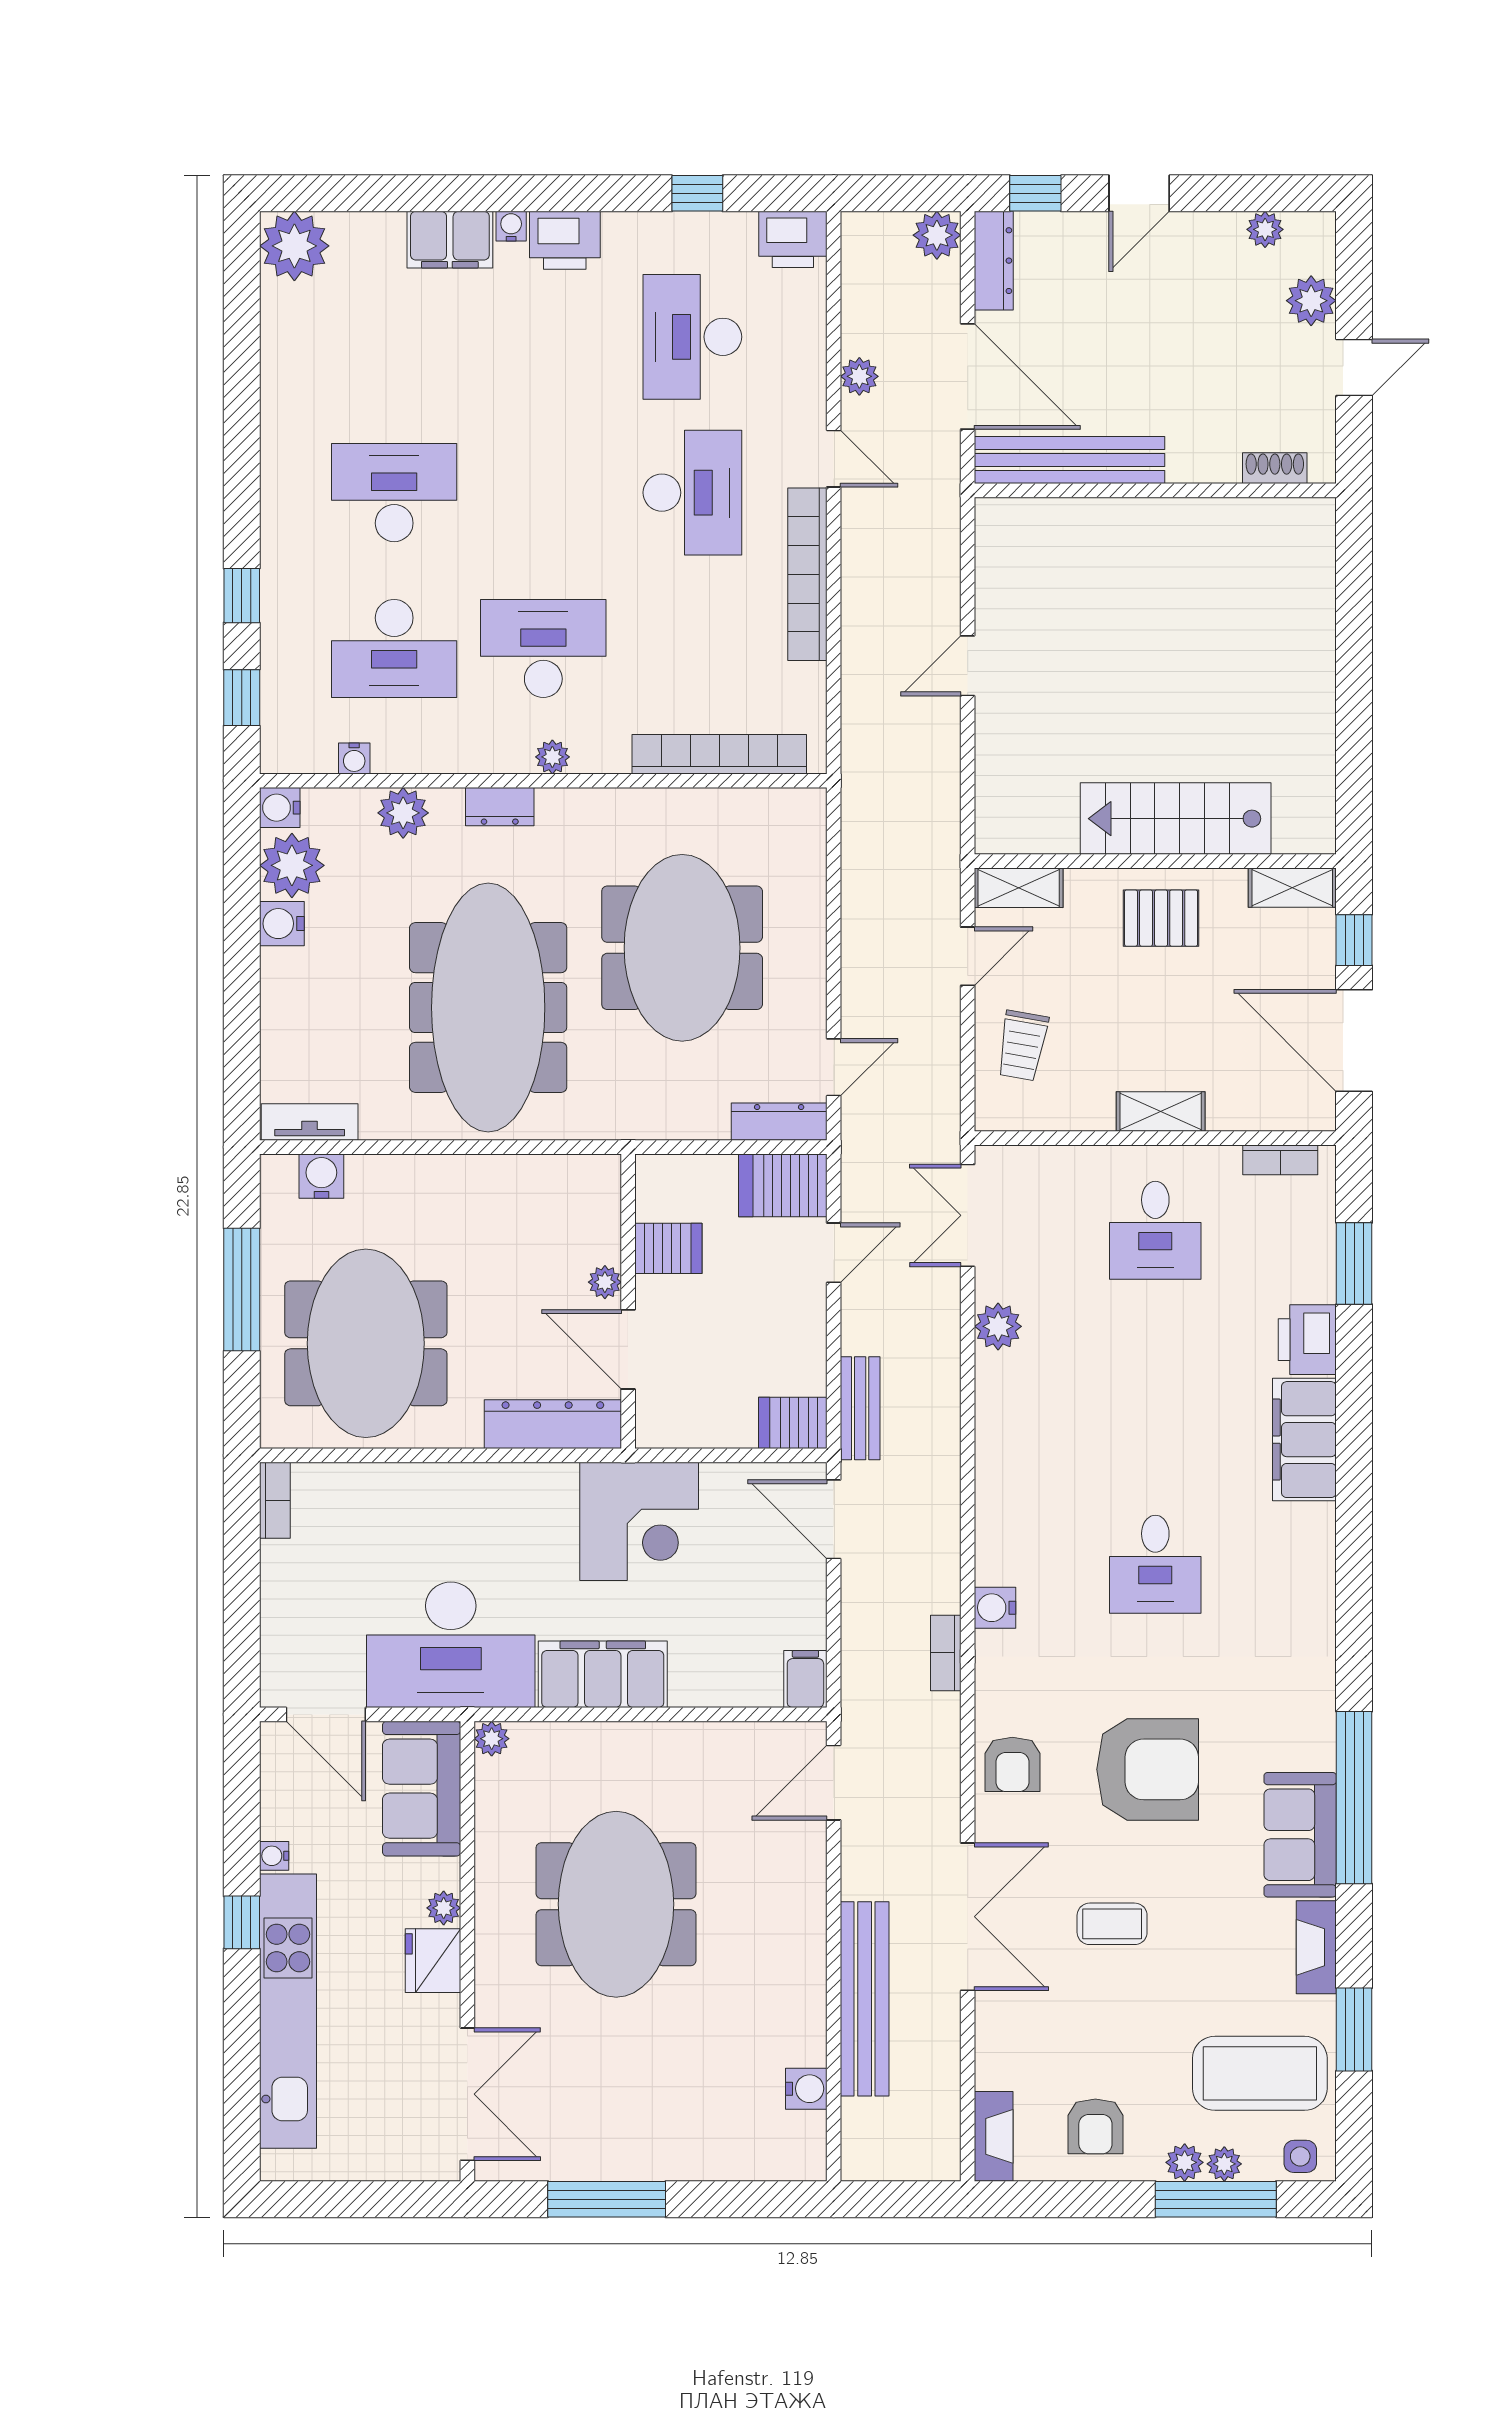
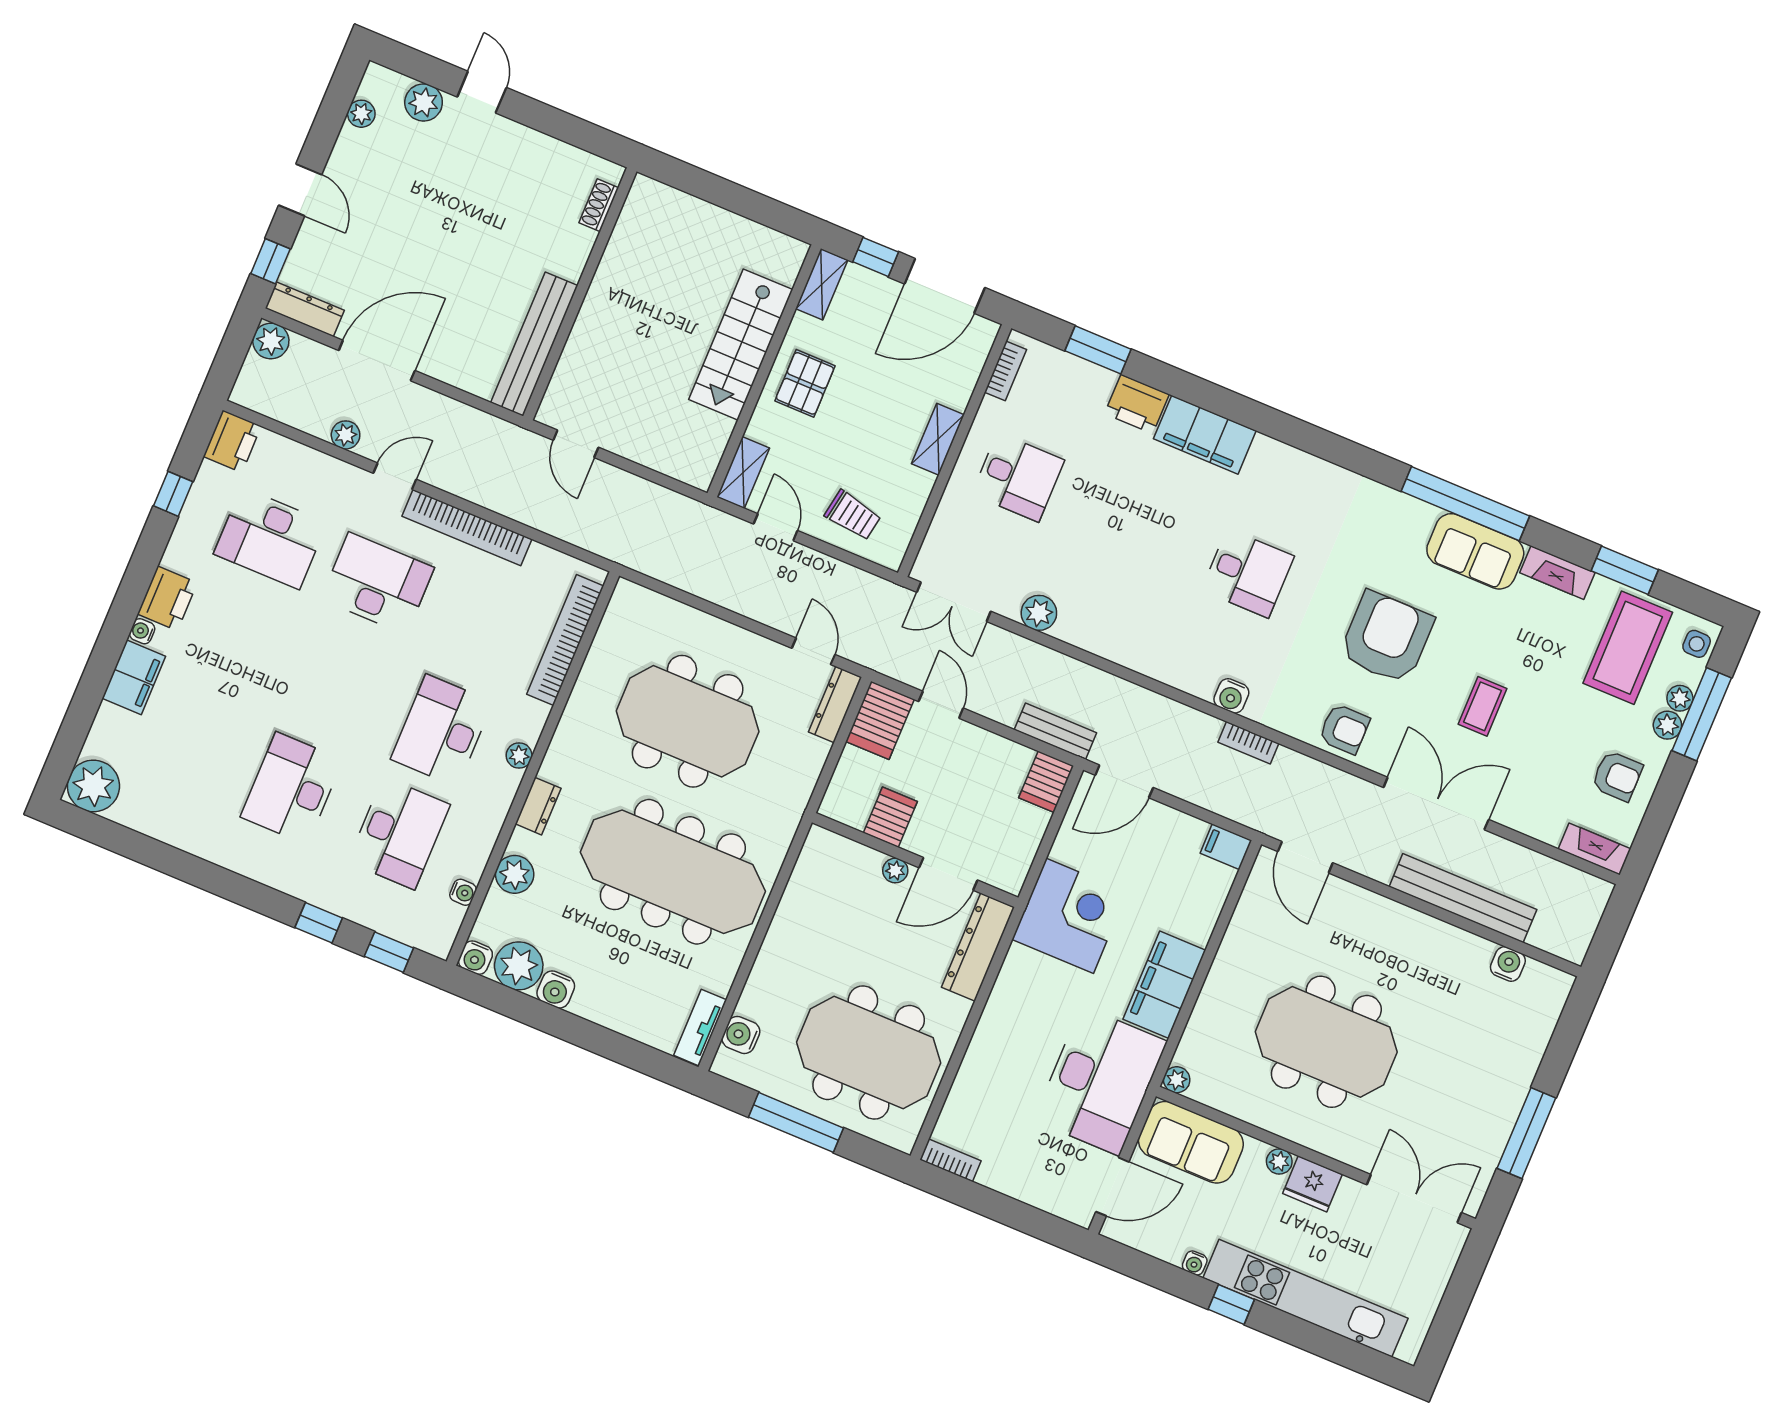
bench: (1070, 460) -> (534, 344), moved
shoe rack: (1275, 468) -> (599, 205), moved
wall: (1155, 490) -> (580, 294), moved

